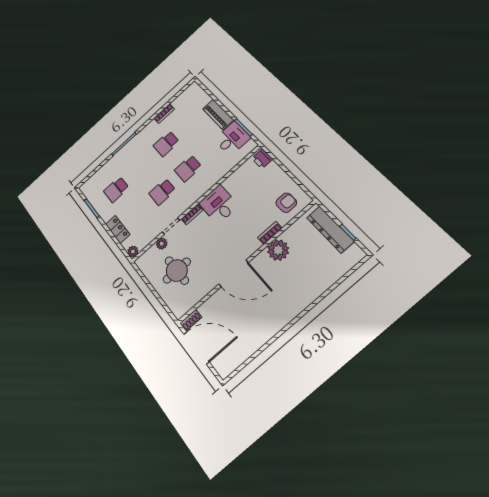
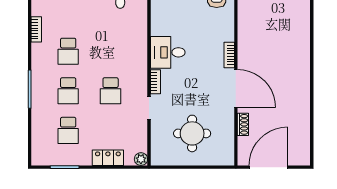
school desk: (188, 168) -> (68, 91), moved
bookcase: (270, 233) -> (229, 55), moved
plant: (162, 244) -> (157, 128), removed
plant: (278, 250) -> (248, 38), removed
door: (234, 273) -> (236, 88), hinge flipped
shoe rack: (191, 320) -> (243, 124), moved

